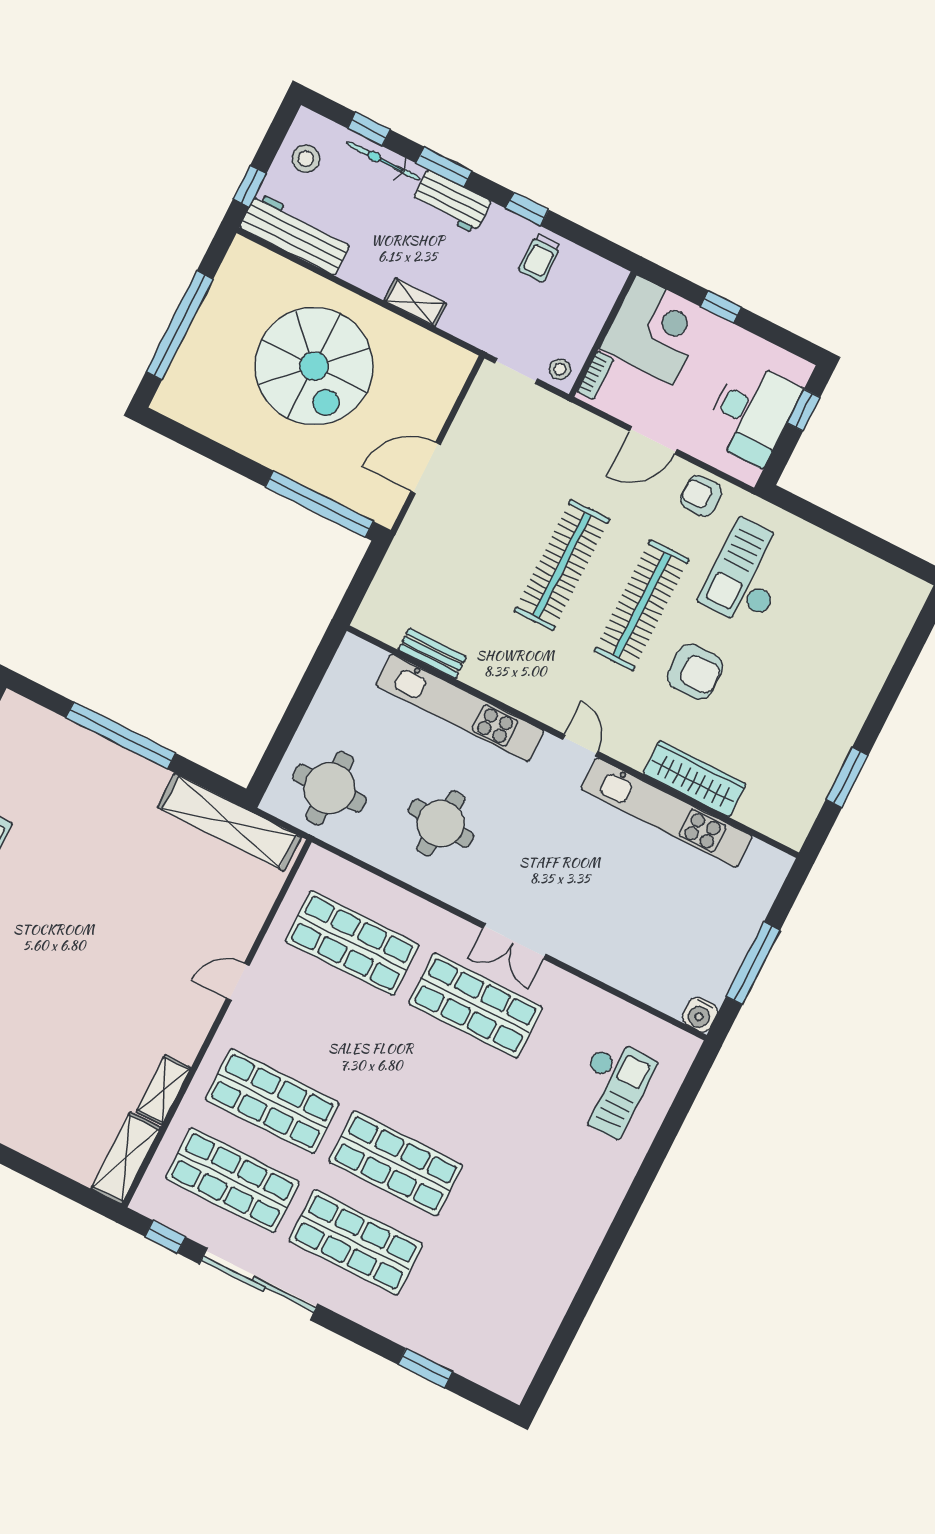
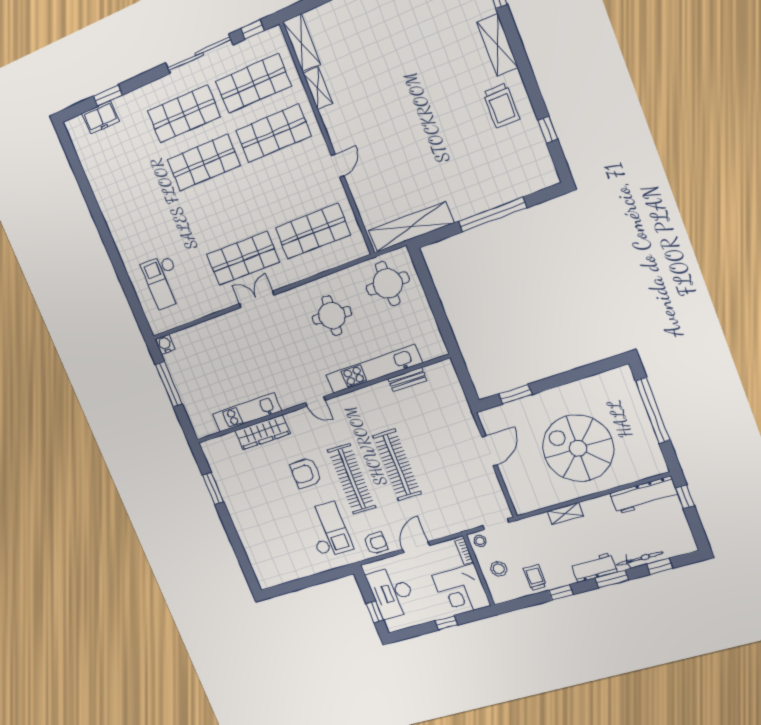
stool: (306, 159) -> (499, 569), moved
window: (319, 504) -> (515, 394), width x0.47
kitchen unit: (667, 813) -> (247, 412), width x0.73
freezer: (464, 1356) -> (101, 117), added

